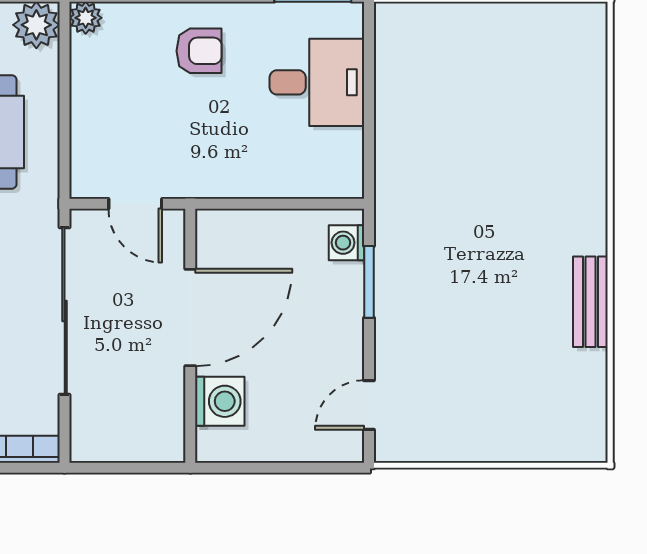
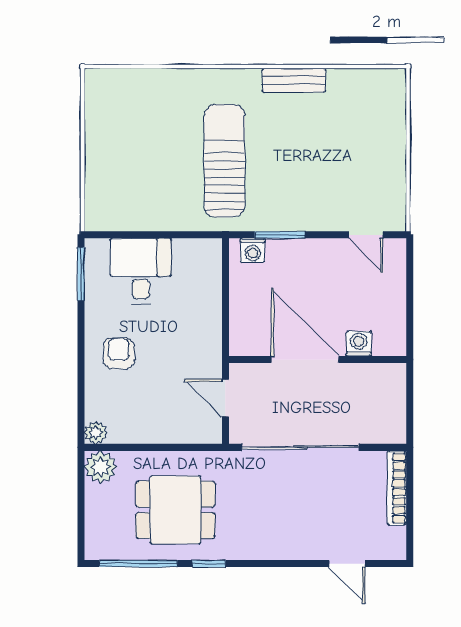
sun lounger: (475, 202) -> (225, 161), added
door: (135, 204) -> (225, 398), swing flipped
washing machine: (220, 401) -> (359, 344), width x0.73, depth x0.73

